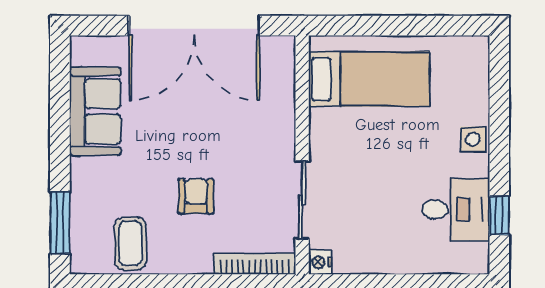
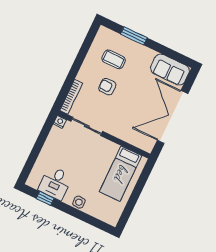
sofa: (95, 111) -> (170, 70), moved
armchair: (196, 196) -> (107, 87), turned 180
window: (60, 223) -> (134, 36), moved
coffee table: (130, 243) -> (114, 59), moved

